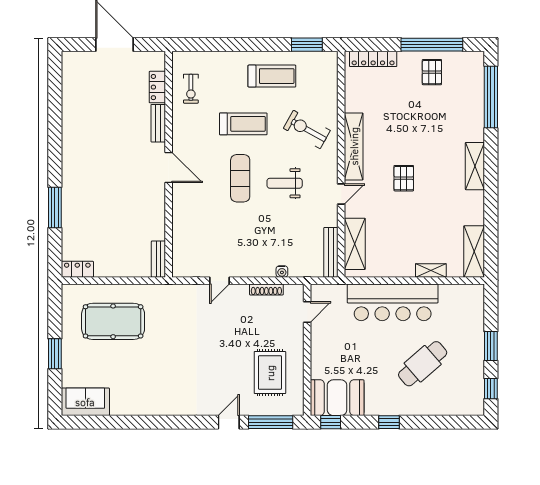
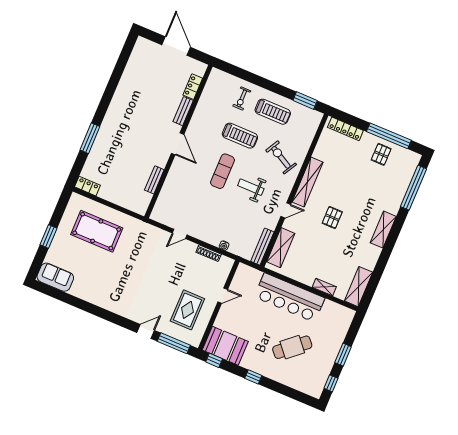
exercise bike: (191, 89) -> (242, 98), moved
bench: (158, 259) -> (154, 180), moved
door: (307, 312) -> (223, 296), moved

